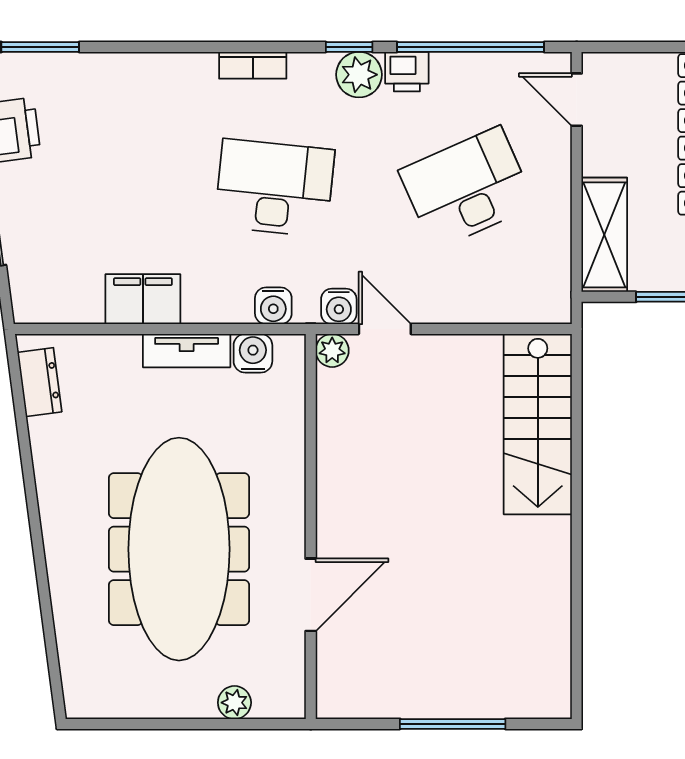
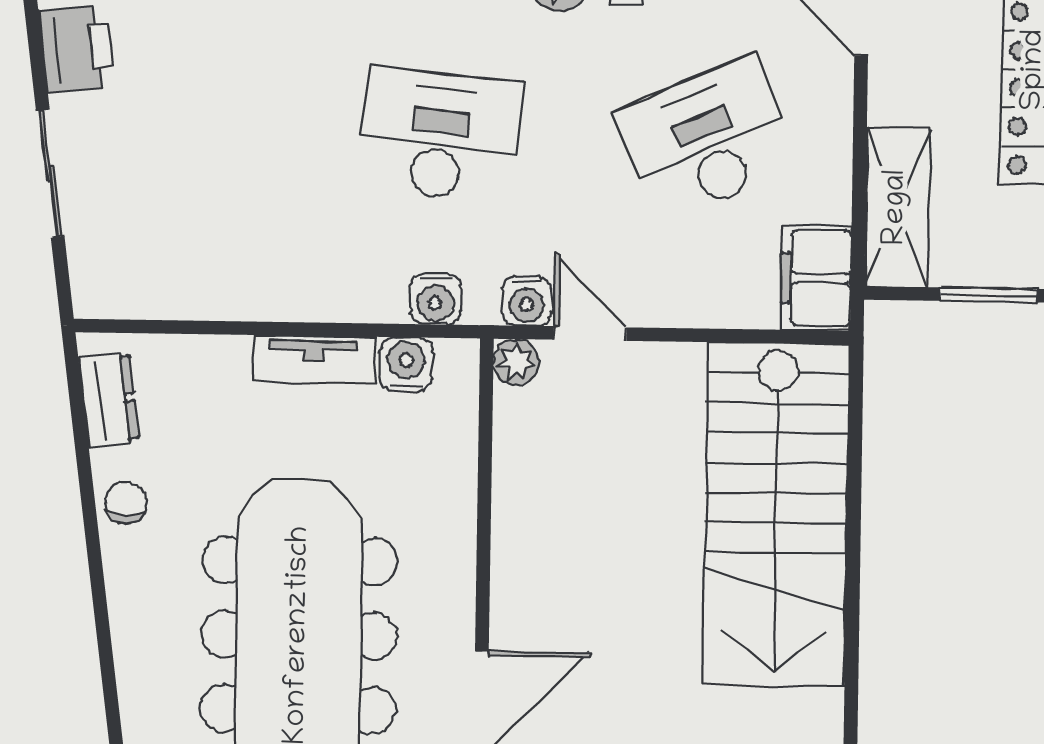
filing cabinet: (143, 299) -> (816, 278), moved, turned -90
stairs: (538, 424) -> (776, 514), width x1.36, depth x1.51
chair: (53, 456) -> (126, 503), added

